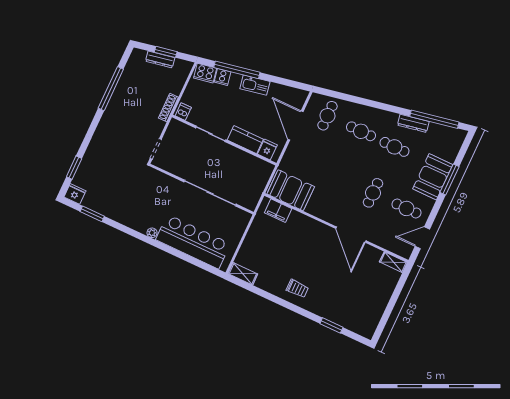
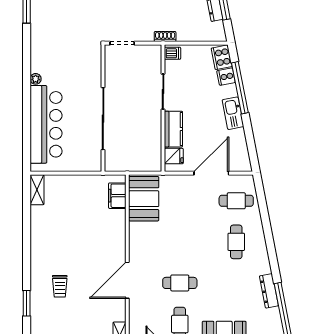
shoe rack: (168, 108) -> (165, 36), width x0.70
cafe table: (394, 147) -> (236, 283), removed
trolley: (297, 289) -> (60, 286), moved

